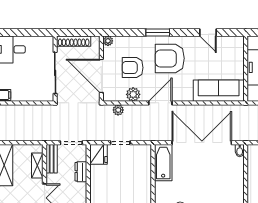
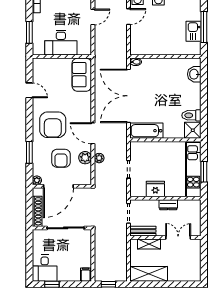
window: (158, 32) -> (29, 152), moved
door: (208, 32) -> (29, 90), hinge flipped
door: (101, 76) -> (58, 186), moved
sofa: (219, 91) -> (82, 75), width x0.73
plant: (118, 110) -> (99, 158), moved
fridge: (98, 154) -> (155, 189), moved
dresser: (81, 172) -> (168, 205), moved

